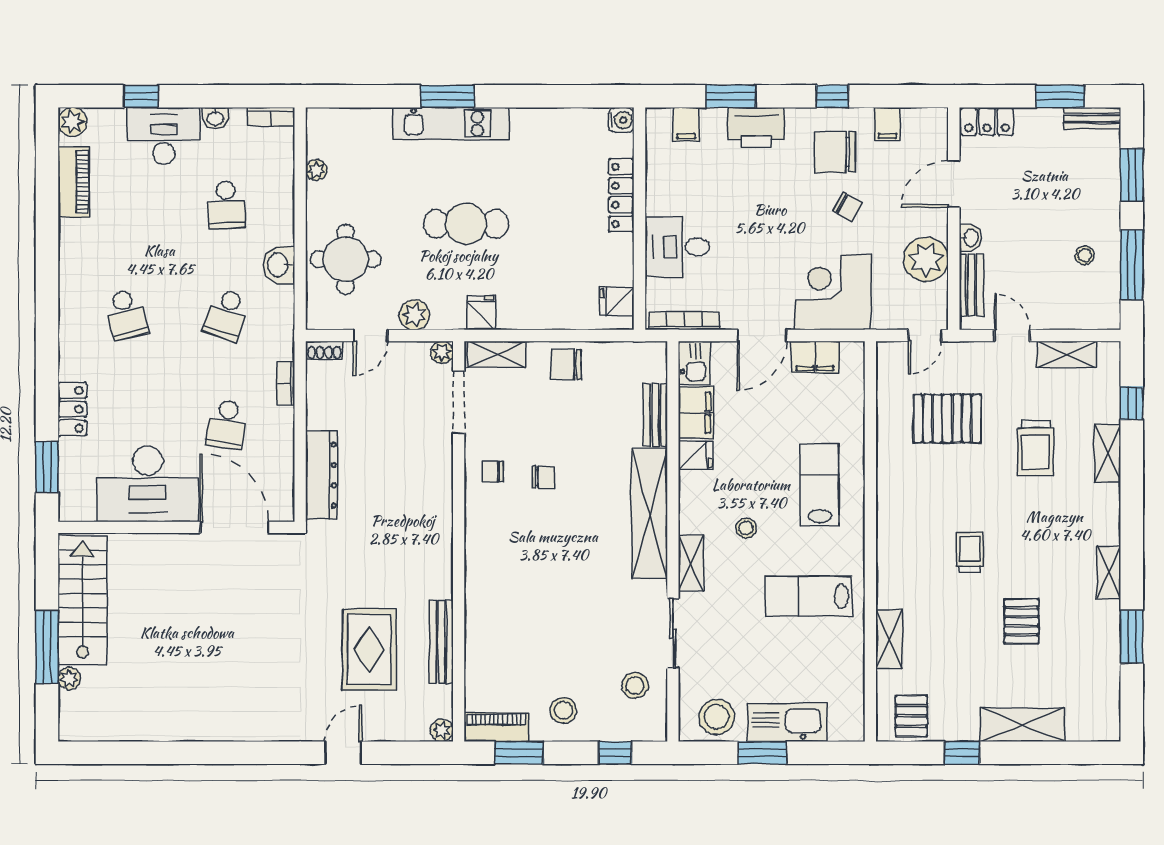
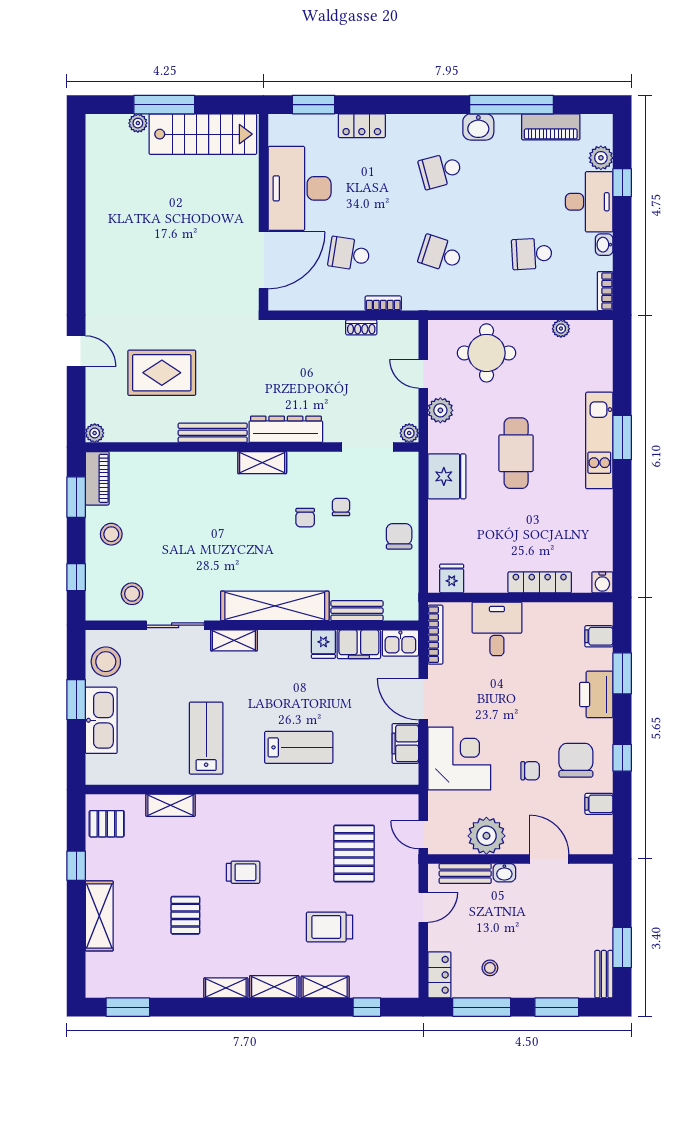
locker: (987, 121) -> (439, 975), moved, turned 180
plant: (72, 122) -> (601, 158), moved
chair: (848, 207) -> (530, 771), turned -119
window: (47, 229) -> (511, 105), added
washbasin: (279, 265) -> (478, 127), moved, turned 180
fridge: (481, 313) -> (447, 476), width x1.88, depth x1.34
shoe rack: (324, 350) -> (361, 327), moved, turned -90
shelving: (497, 354) -> (262, 463), moved, turned 90
shelving: (1066, 354) -> (274, 987), moved, turned 90
chair: (493, 472) -> (341, 507), moved
dresser: (321, 475) -> (286, 429), moved, turned 180
stool: (746, 528) -> (263, 686), removed
pallet: (1021, 621) -> (185, 915), turned 90
window: (1132, 637) -> (128, 1007), moved
bench: (441, 642) -> (213, 433), moved

